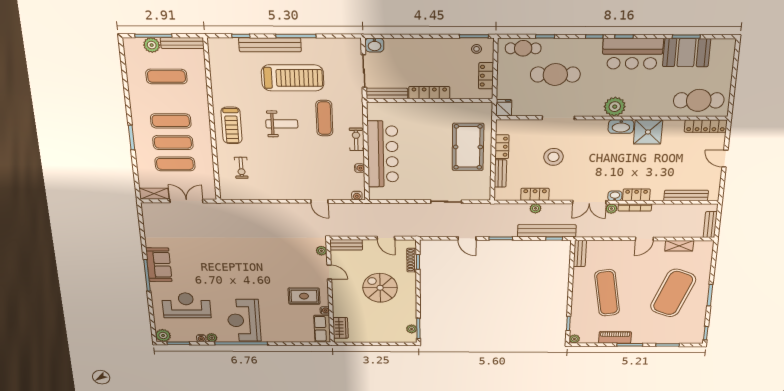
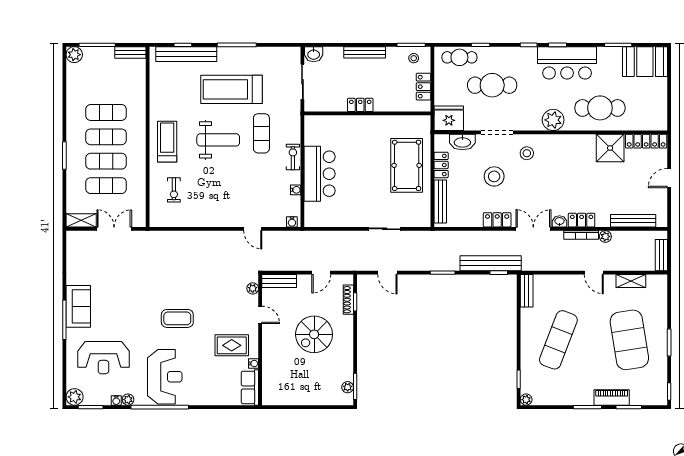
bench: (182, 43) -> (130, 53), width x0.73
plant: (152, 45) -> (74, 55), moved
bench: (270, 45) -> (186, 54), moved
booth: (687, 53) -> (645, 62), moved
exercise mat: (166, 76) -> (106, 112), moved
treadmill: (293, 78) -> (231, 89), turned 180
bench: (387, 93) -> (365, 52), moved
locker: (429, 93) -> (360, 105), width x0.66
cafe table: (699, 100) -> (600, 108), moved
fridge: (504, 108) -> (449, 118), width x1.88, depth x1.34
weight bench: (282, 124) -> (218, 140), width x1.36, depth x1.33
treadmill: (232, 125) -> (167, 142), turned 180
washbasin: (621, 127) -> (462, 142), moved
shower: (648, 132) -> (610, 148), moved
stool: (587, 136) -> (527, 153), added
bar counter: (383, 154) -> (320, 174), width x0.73
door: (725, 159) -> (669, 178), hinge flipped
bench: (500, 173) -> (440, 201), width x1.36
locker: (535, 194) -> (497, 220), moved
double door: (589, 202) -> (533, 229), swing flipped
plant: (535, 208) -> (478, 236), removed
plant: (611, 209) -> (605, 236), moved
door: (386, 238) -> (321, 273), hinge flipped
door: (467, 238) -> (387, 273), moved
door: (644, 239) -> (594, 273), hinge flipped
coffee table: (252, 275) -> (177, 318), added
spiral stairs: (380, 288) -> (314, 334), turned -90
exercise mat: (607, 293) -> (558, 340), turned 30
exercise mat: (673, 293) -> (629, 340), turned -30
reception desk: (186, 305) -> (103, 358), turned 180
reception desk: (244, 320) -> (165, 377), turned 180
wardrobe: (340, 328) -> (270, 386), removed
piano: (615, 337) -> (612, 397), moved

